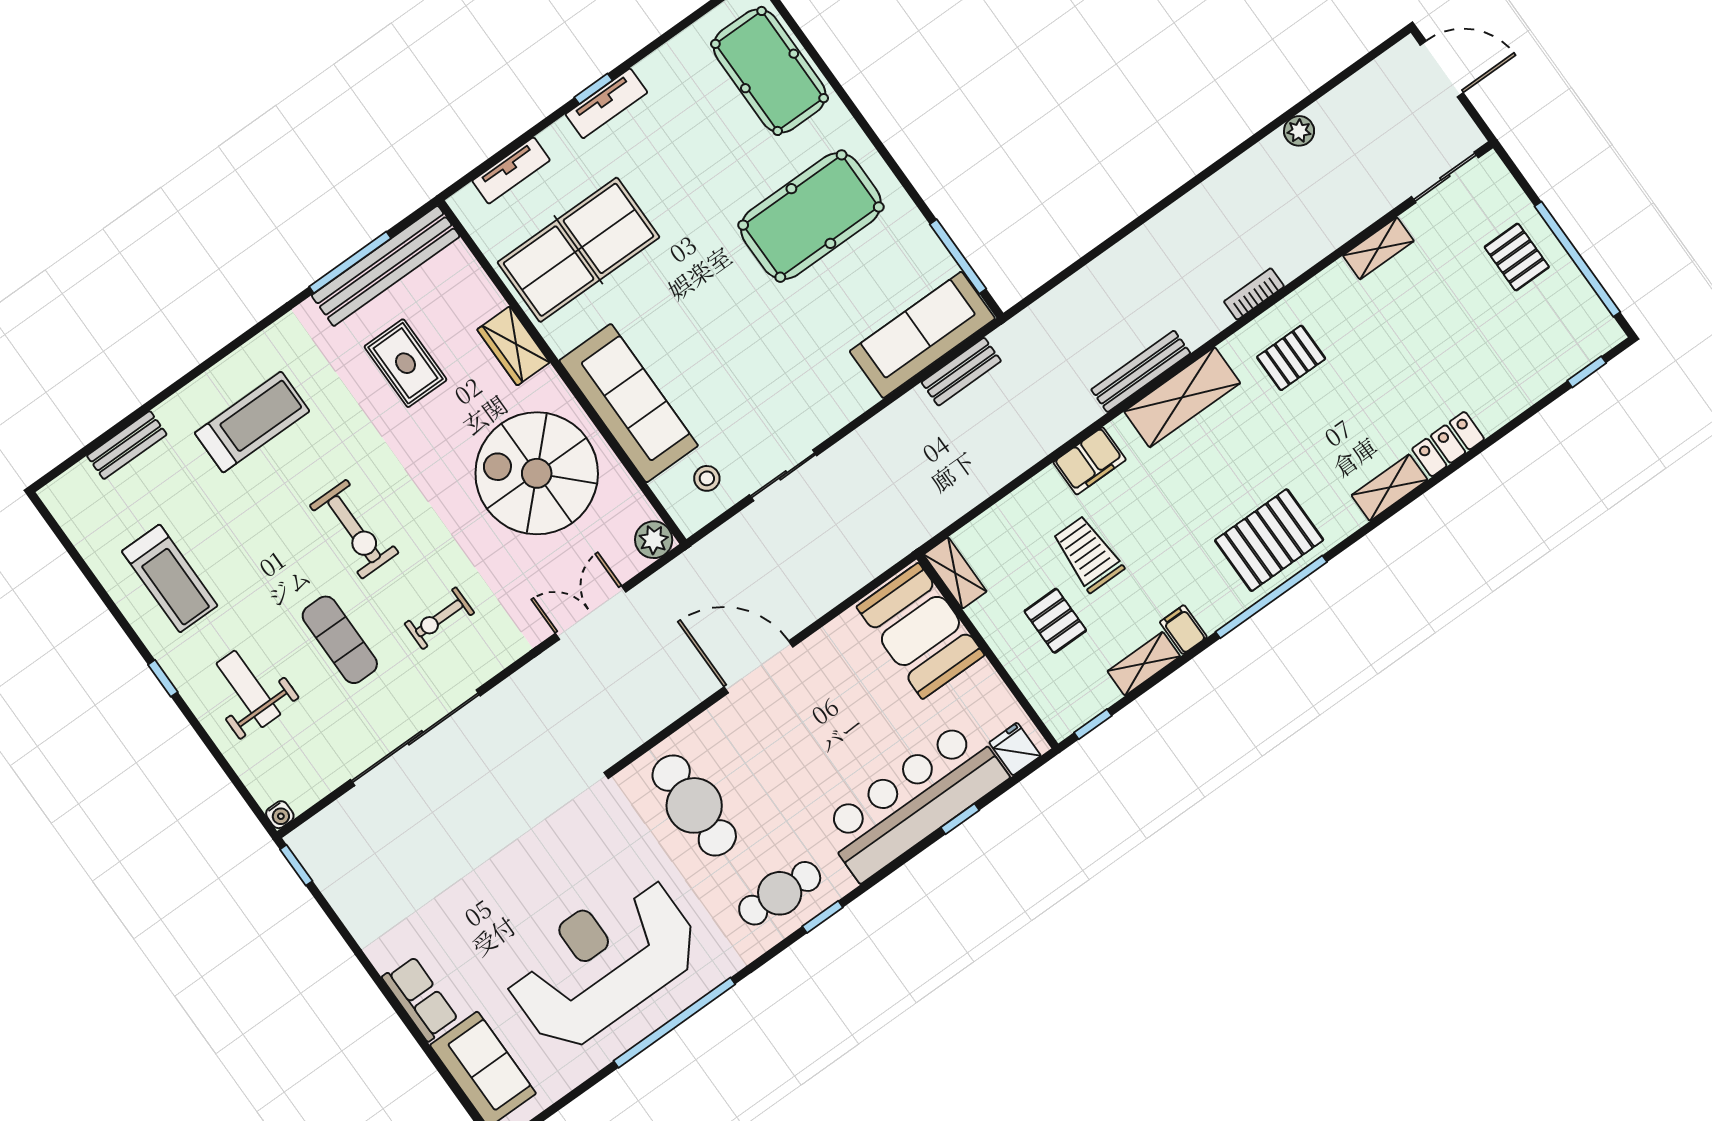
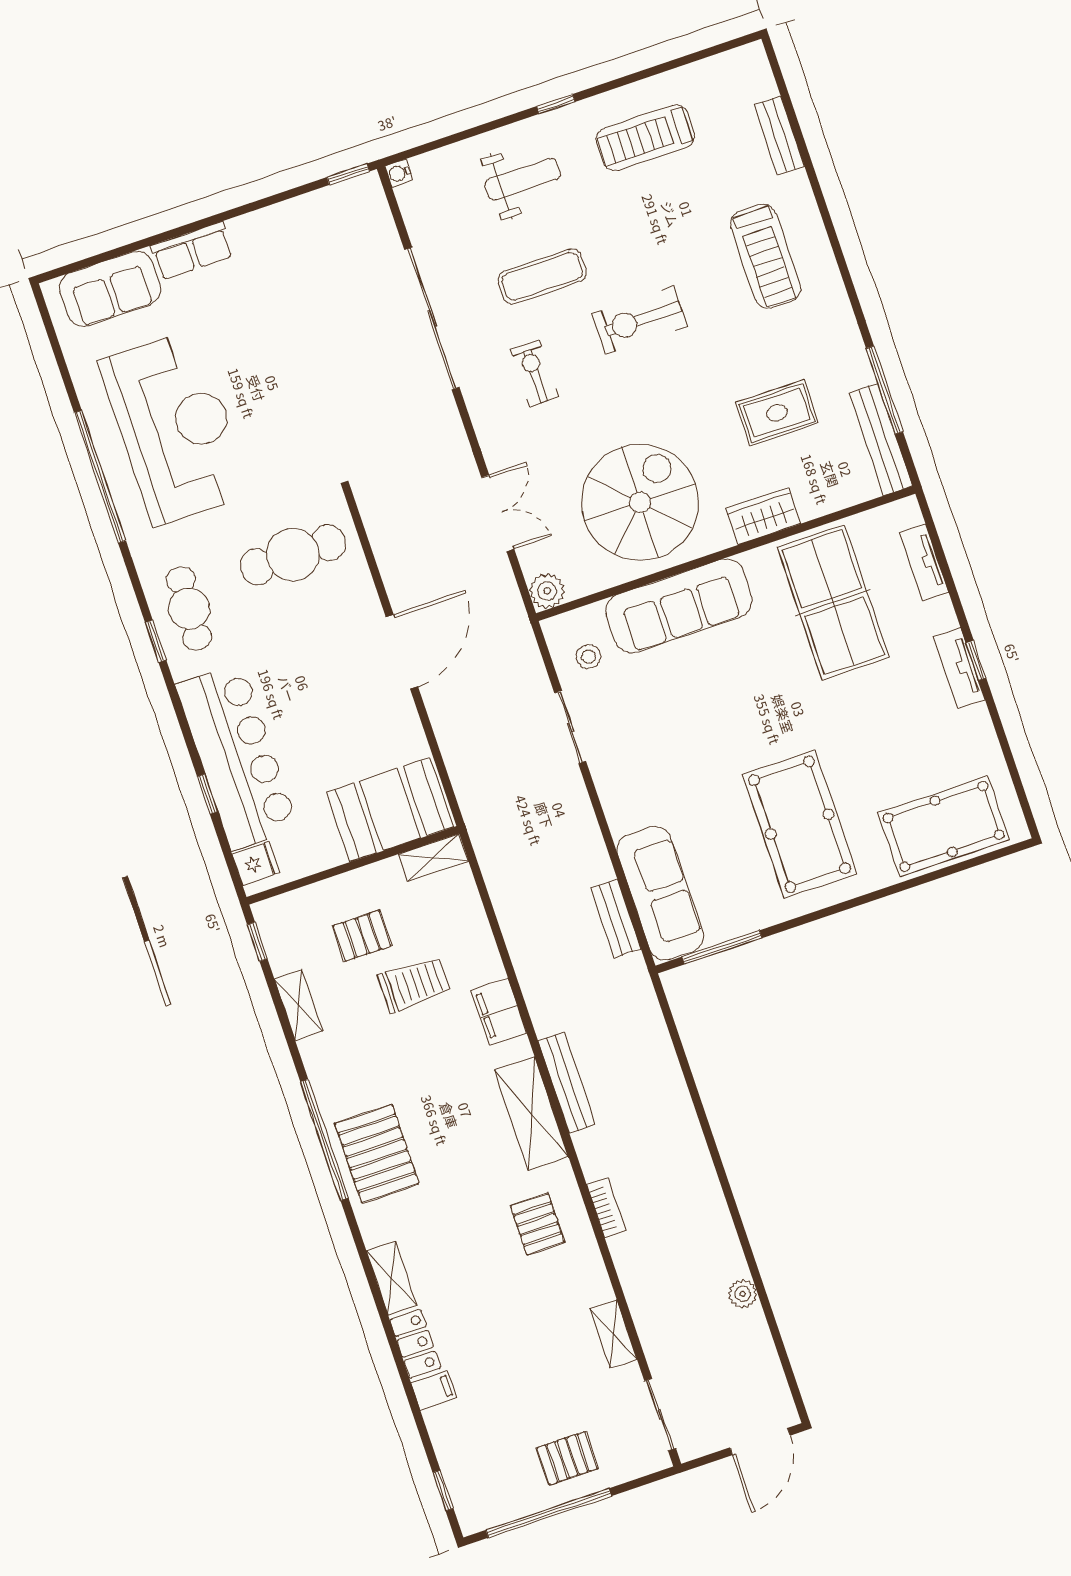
bench: (386, 266) -> (881, 439), width x0.73, depth x0.82
filing cabinet: (1183, 630) -> (434, 1390), moved

